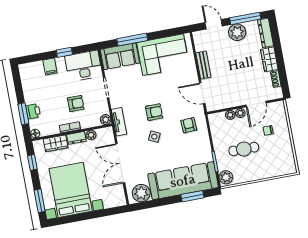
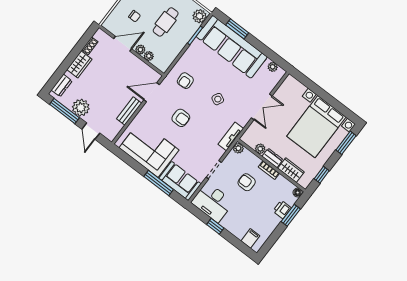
dresser: (266, 33) -> (62, 85), width x0.70
filing cabinet: (50, 67) -> (250, 238), moved
door: (202, 93) -> (152, 92), swing flipped
armchair: (154, 112) -> (181, 118), moved, turned 180
cafe table: (244, 149) -> (166, 22), turned 90
double door: (120, 163) -> (262, 107), width x0.73
plant: (141, 193) -> (273, 67), width x0.53, depth x0.53

